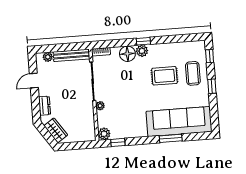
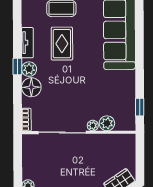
tv unit: (163, 48) -> (27, 43), added
bench: (71, 55) -> (28, 156), removed
plant: (104, 134) -> (107, 123), moved
window: (171, 138) -> (139, 42), removed

